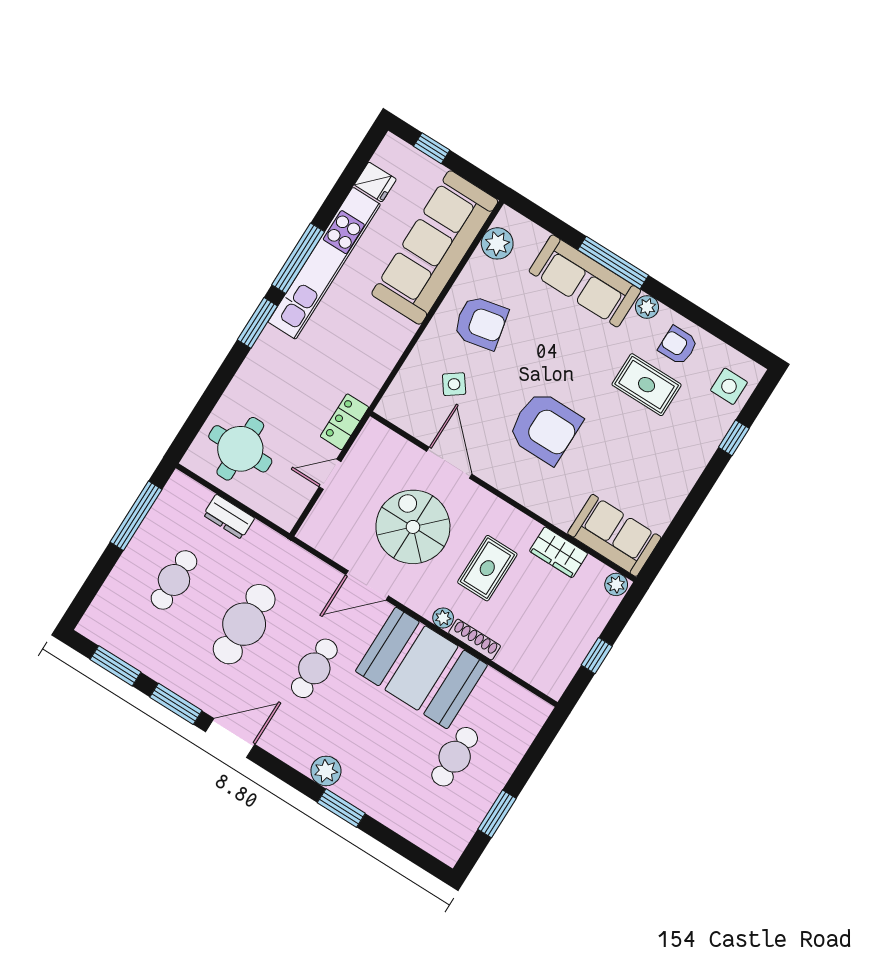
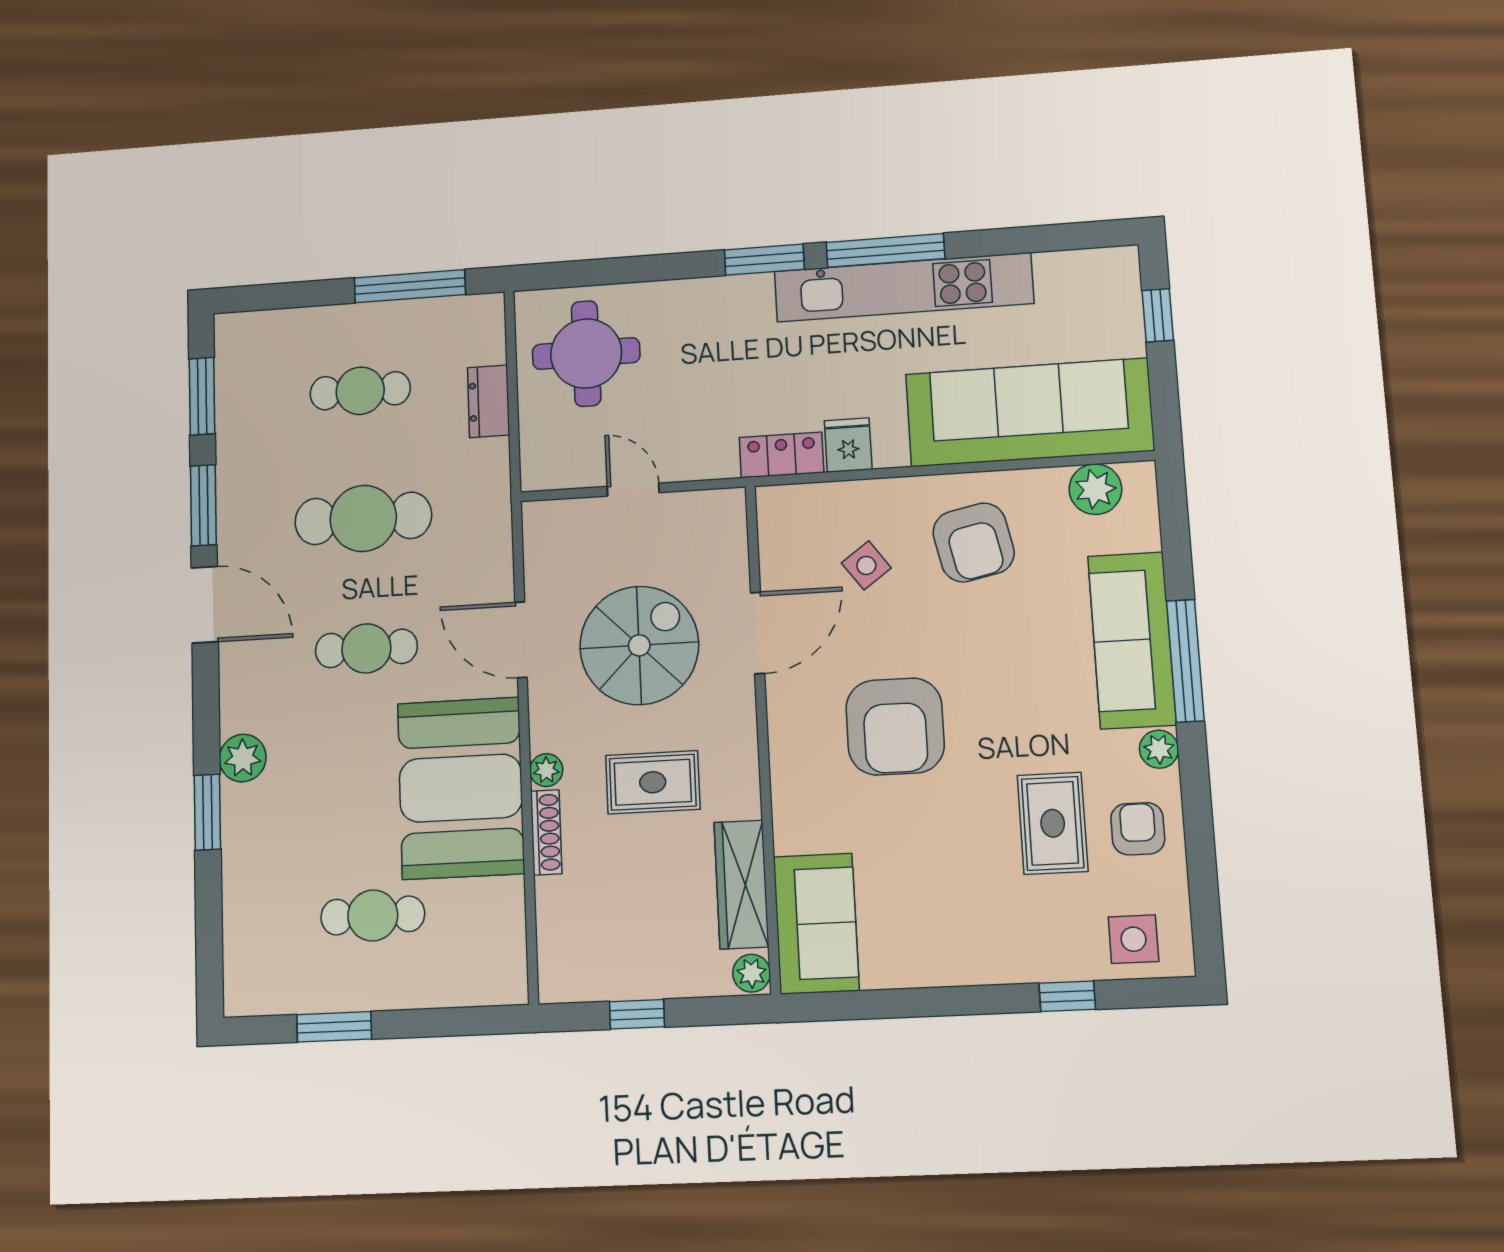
fridge: (375, 182) -> (848, 445), moved, turned 180
locker: (344, 422) -> (781, 455), moved
wardrobe: (559, 552) -> (741, 884), width x1.50

